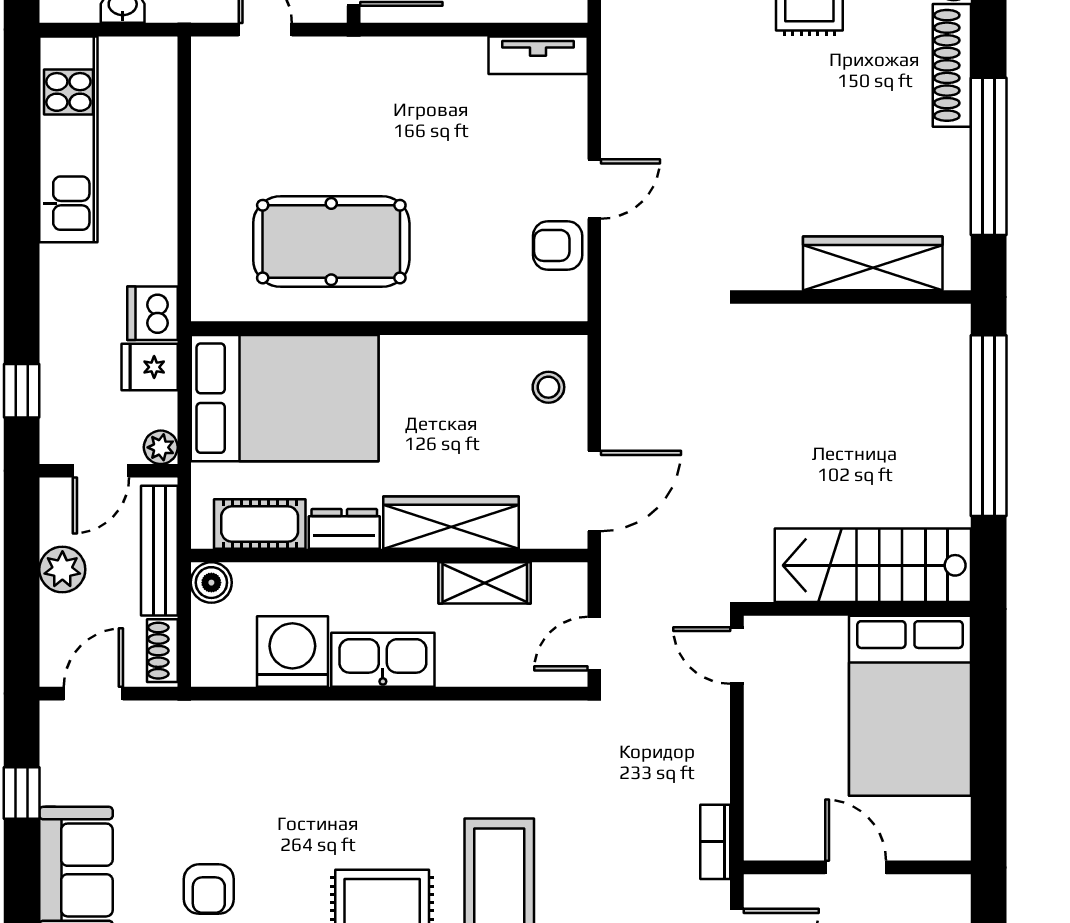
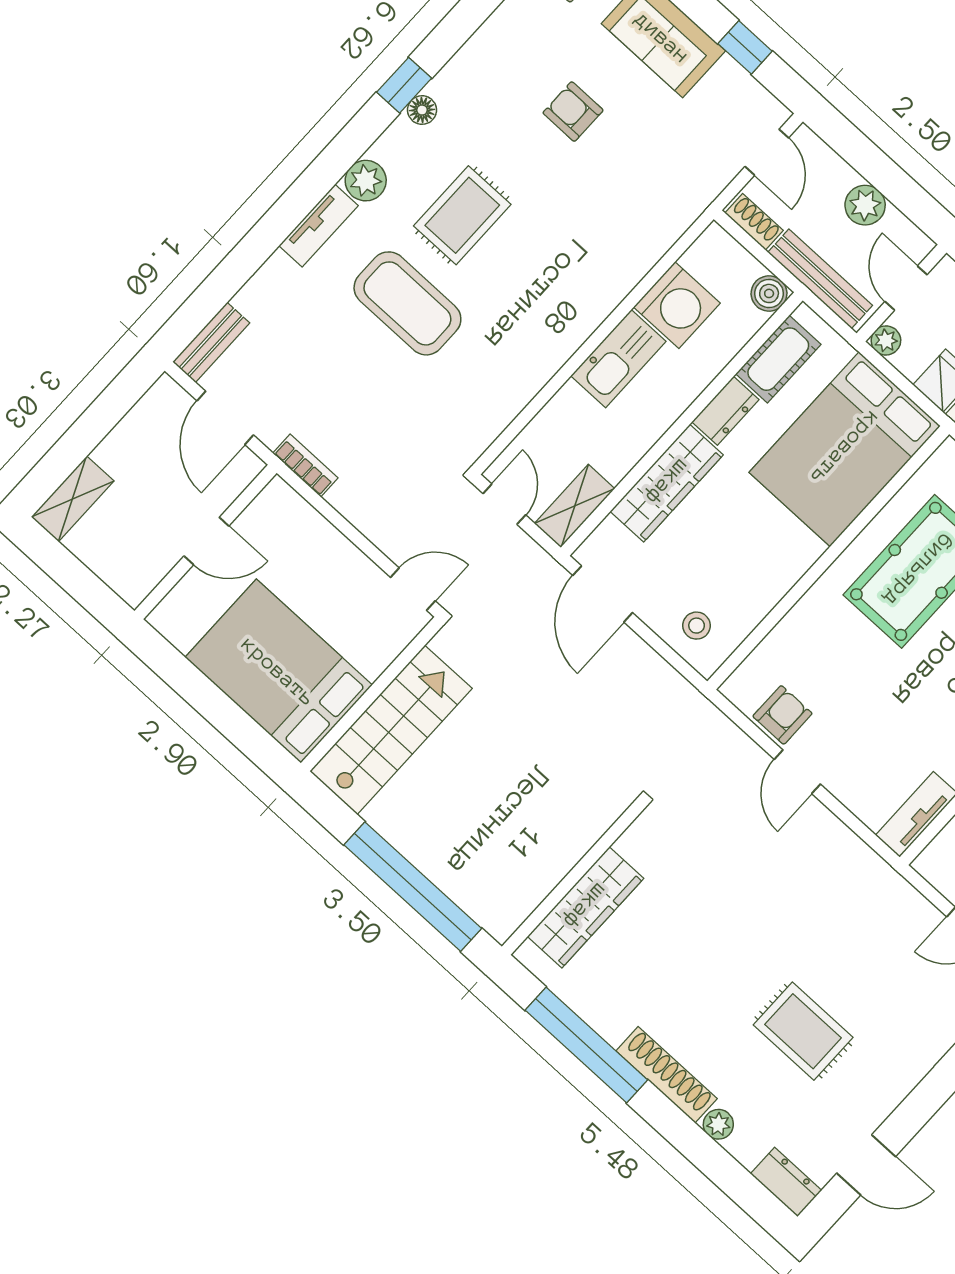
shelving: (485, 583) -> (575, 506), moved

